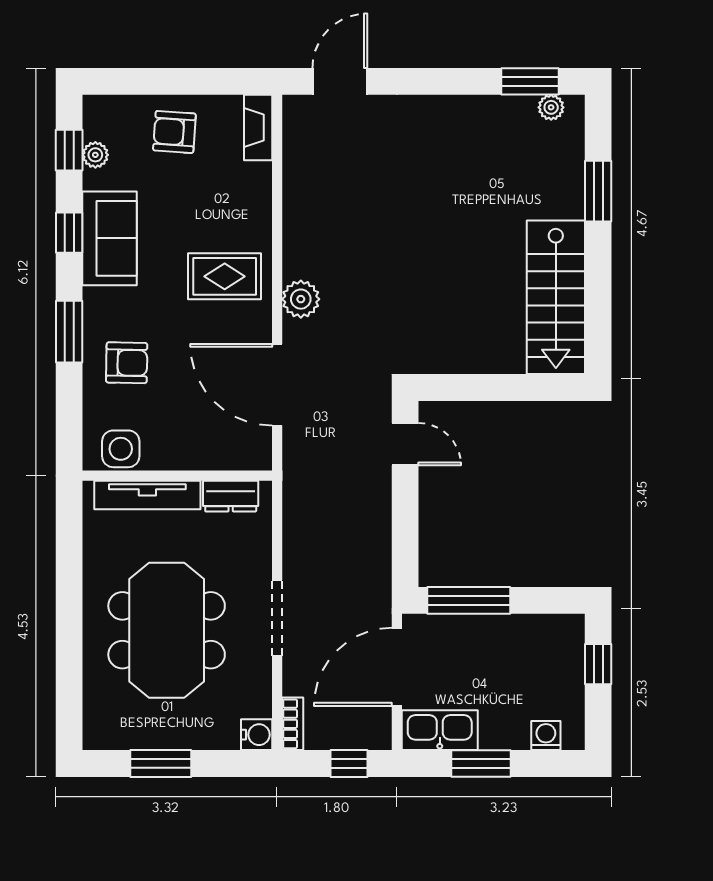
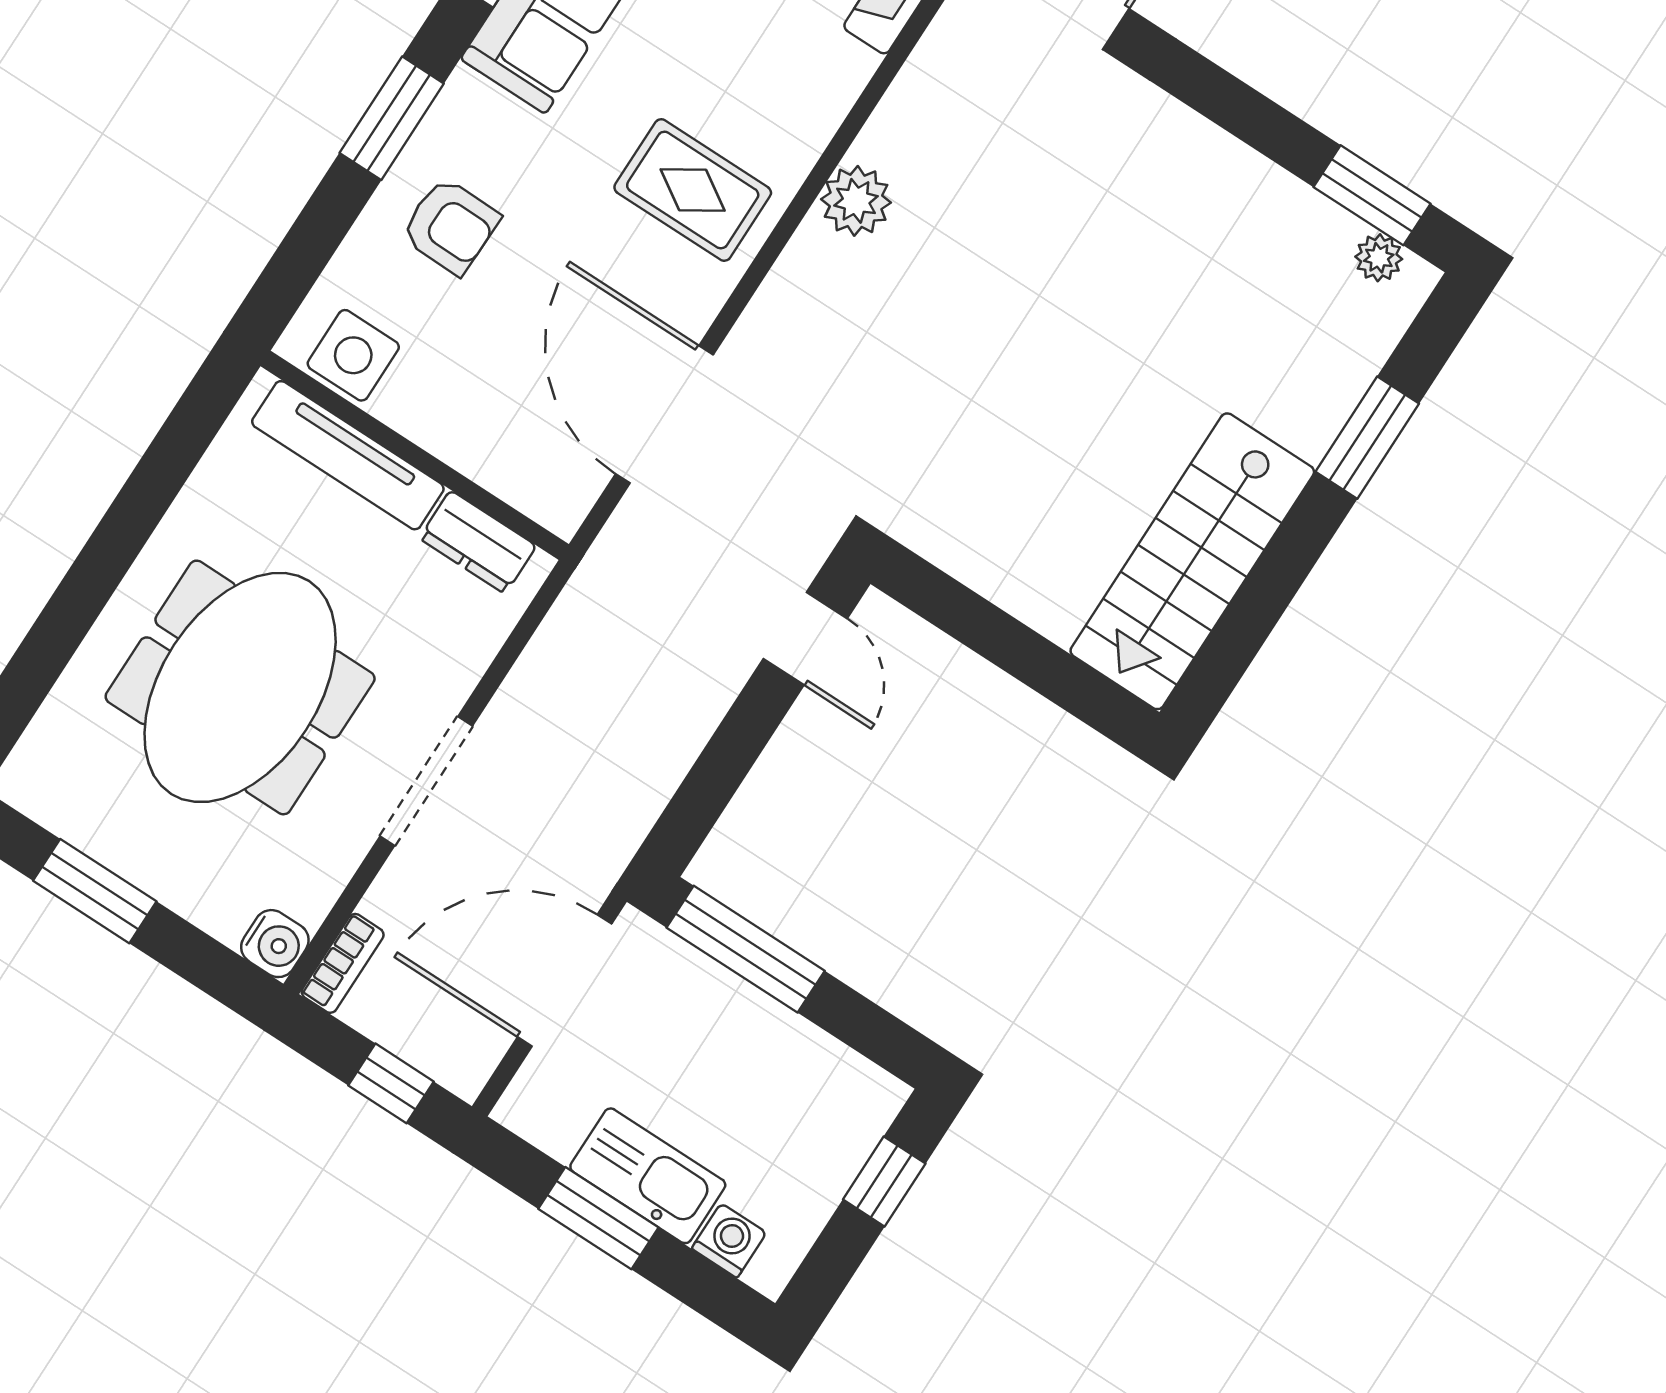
plant: (301, 299) -> (856, 201), moved
kitchen sink: (440, 730) -> (648, 1176), moved

